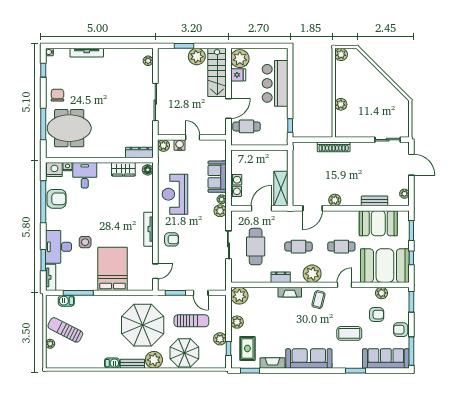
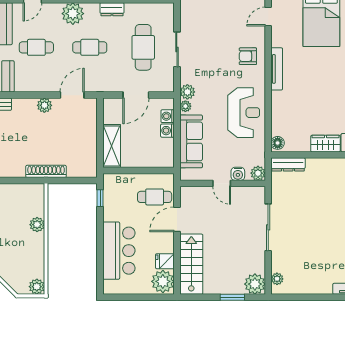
plant: (197, 57) -> (255, 284), moved
wardrobe: (123, 169) -> (325, 144), moved
sofa: (217, 177) -> (191, 141), width x1.36
shelving: (281, 189) -> (112, 146), moved

